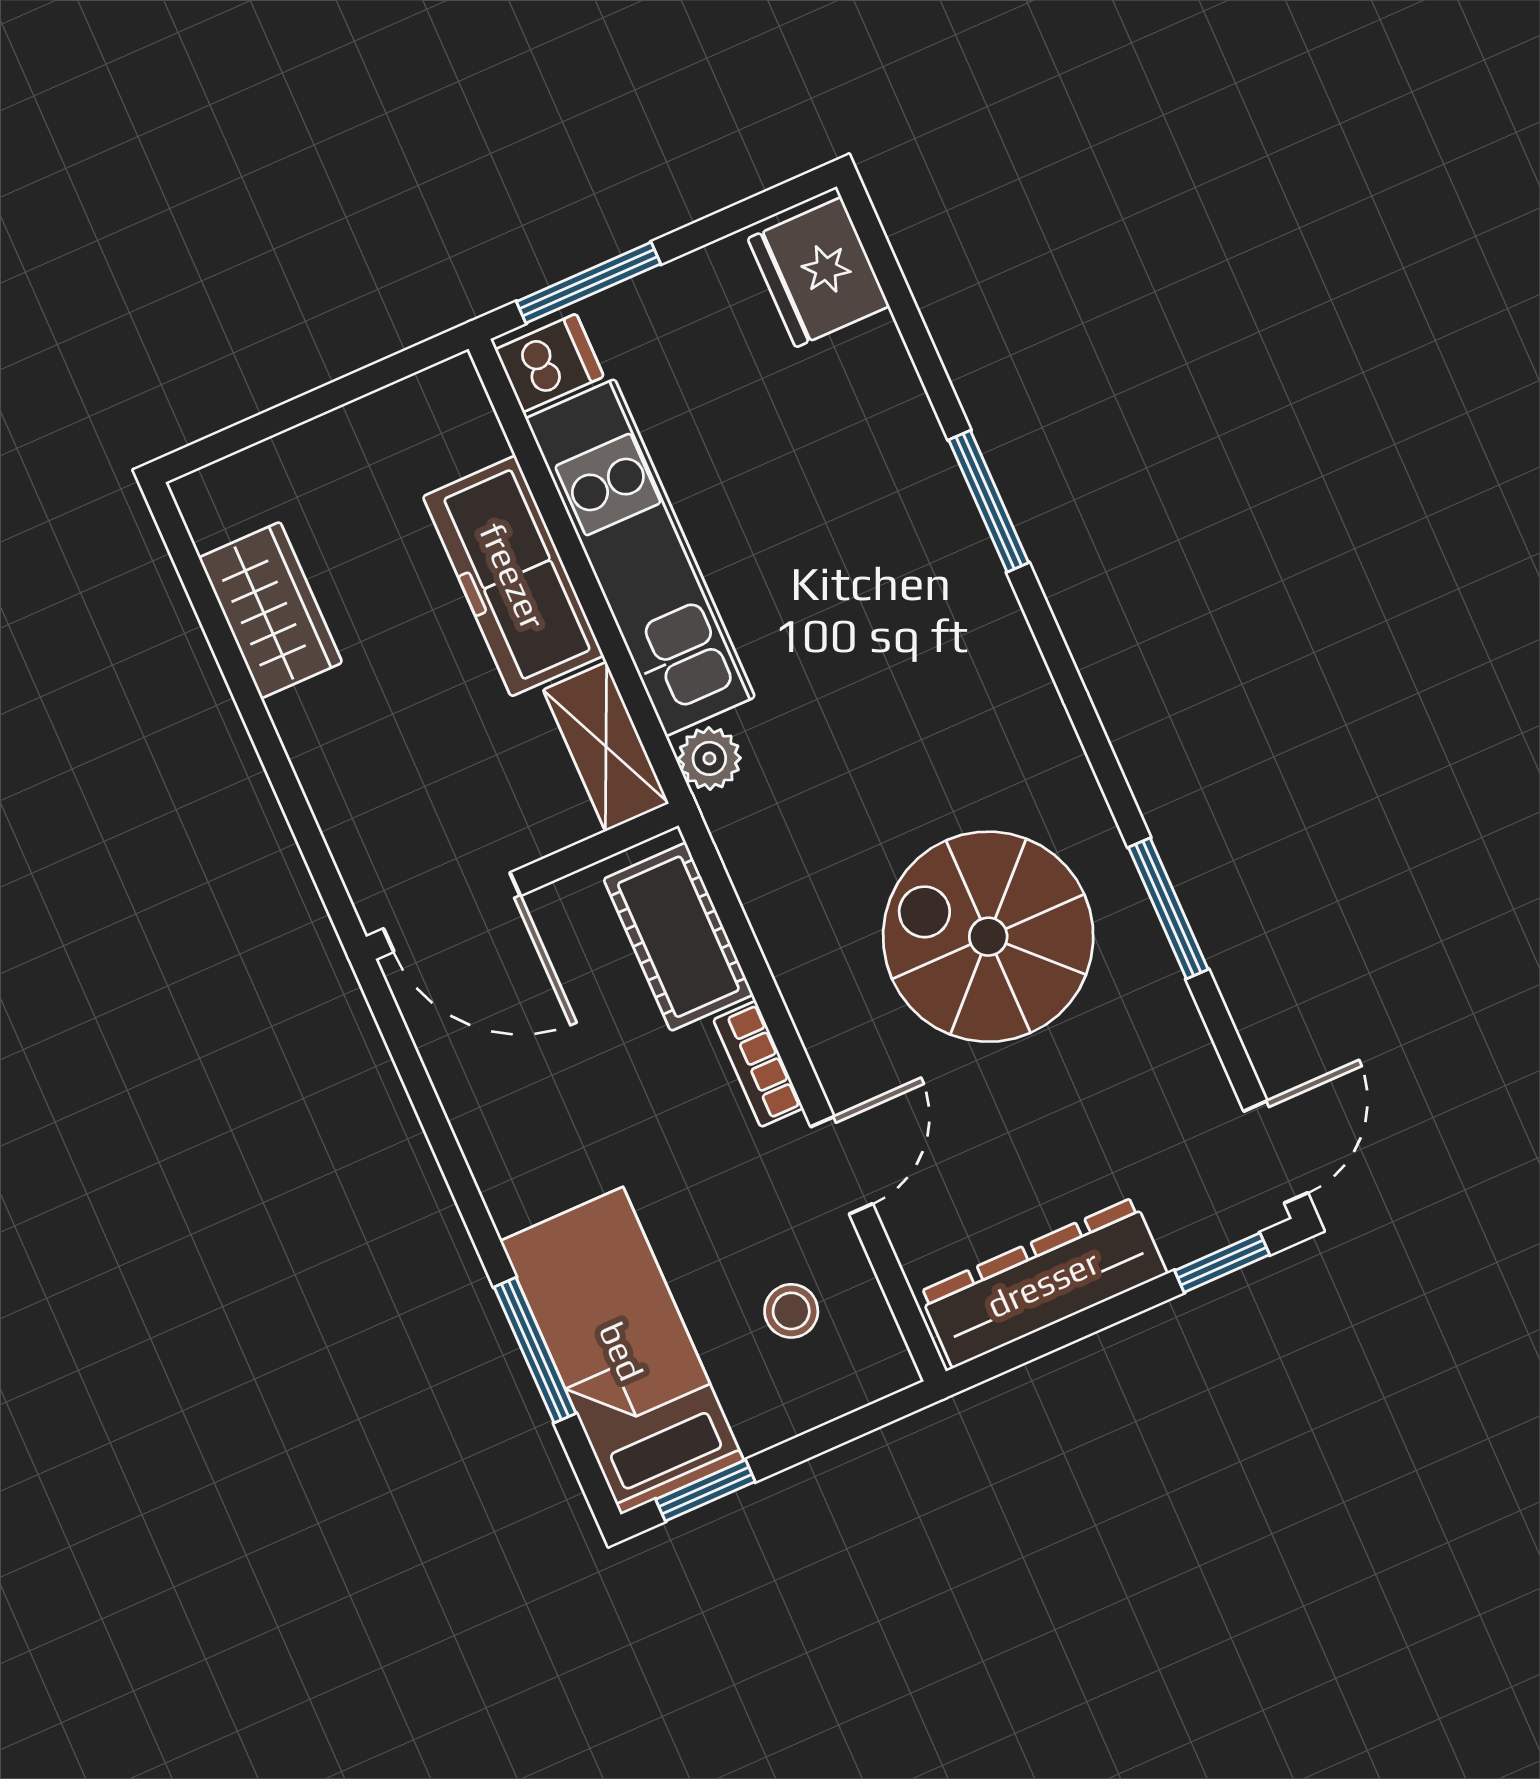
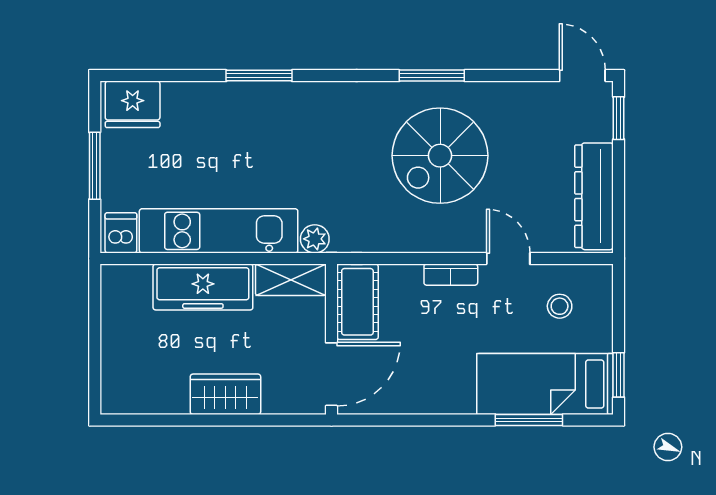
window: (589, 283) -> (95, 166), moved
wardrobe: (270, 610) -> (225, 394), moved
window: (1168, 908) -> (432, 76), moved
cot: (678, 937) -> (357, 302), moved, turned 90

